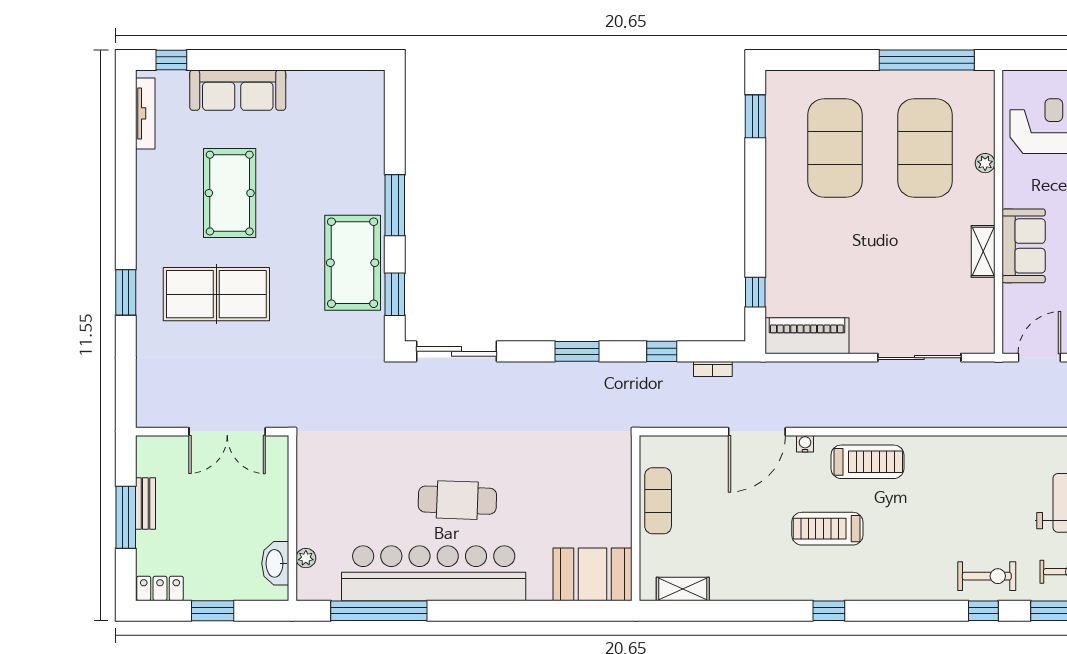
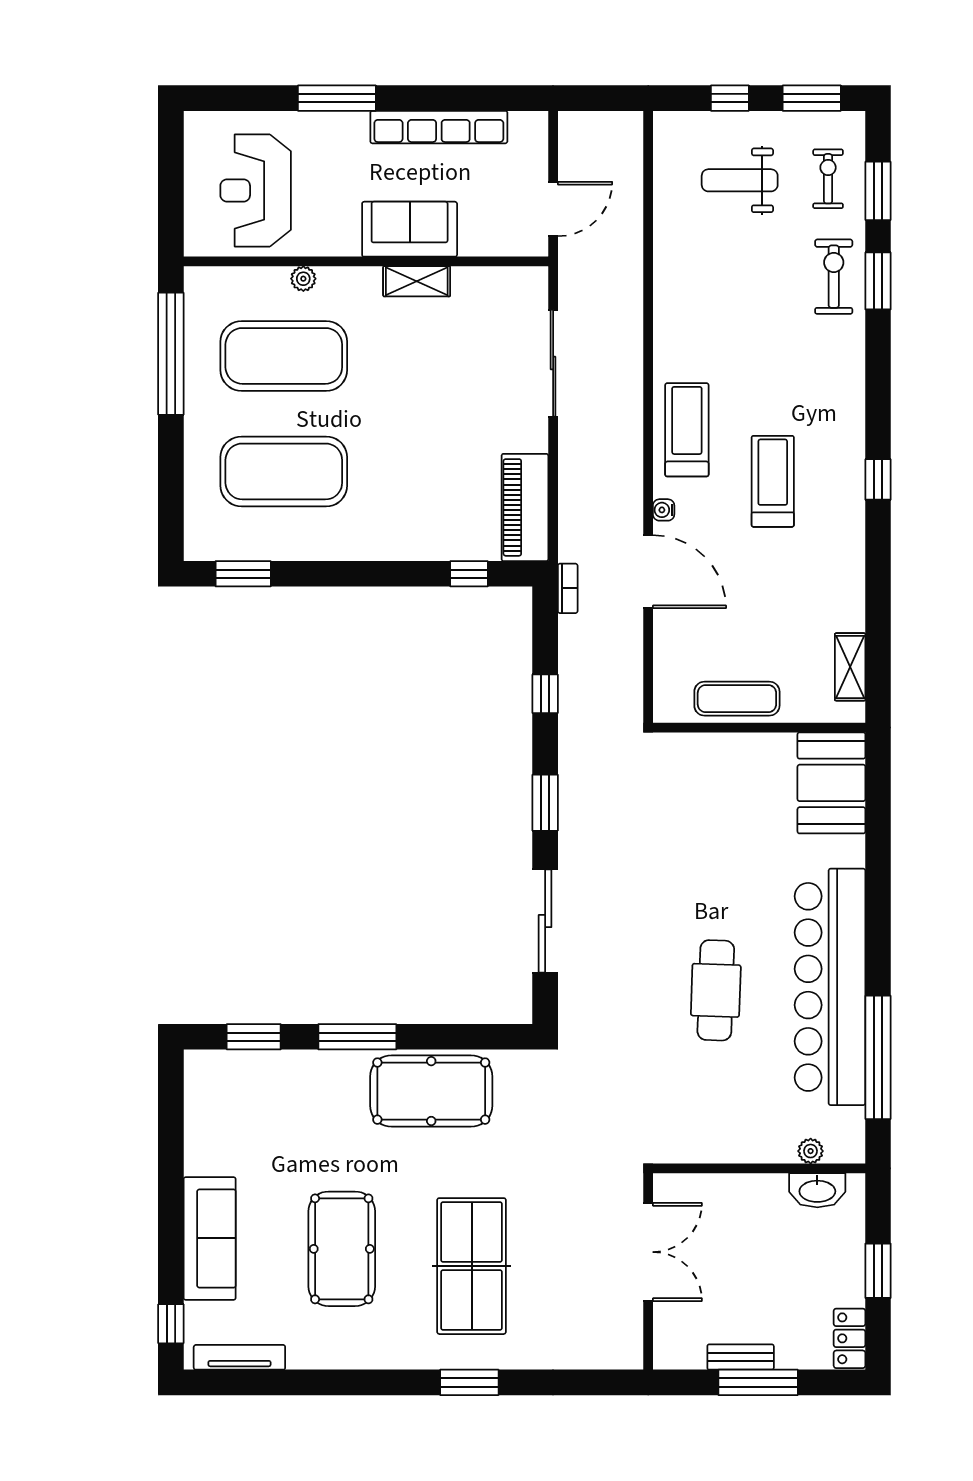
pool table: (230, 193) -> (342, 1249), turned 90
window: (395, 294) -> (254, 1037), moved
sliding door: (456, 351) -> (545, 921), moved
door: (1039, 358) -> (553, 209), swing flipped
bookcase: (713, 369) -> (568, 588), moved
cafe table: (457, 500) -> (716, 990), moved
treadmill: (827, 529) -> (773, 481), turned 180
window: (983, 611) -> (878, 281), width x1.50

